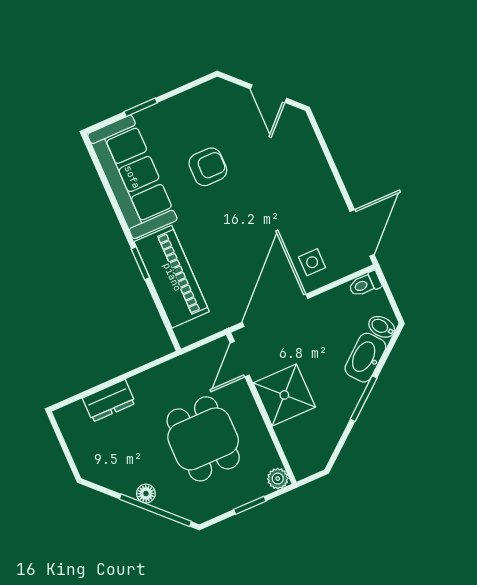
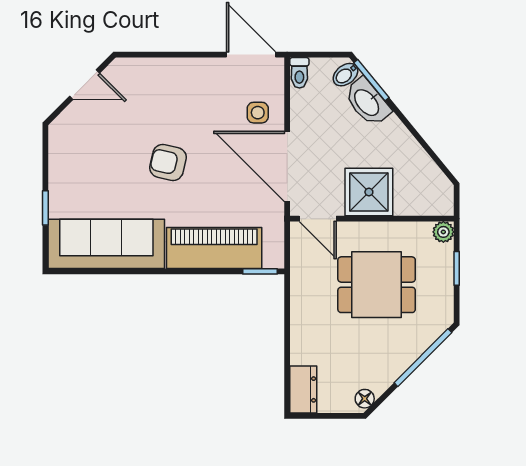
armchair: (208, 167) -> (168, 162), moved, turned -77
window: (140, 263) -> (260, 271), moved
window: (364, 399) -> (371, 80), moved
dresser: (109, 401) -> (303, 389), moved
floor lamp: (146, 494) -> (365, 399), moved

